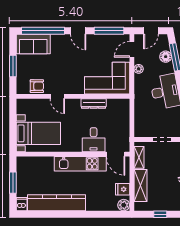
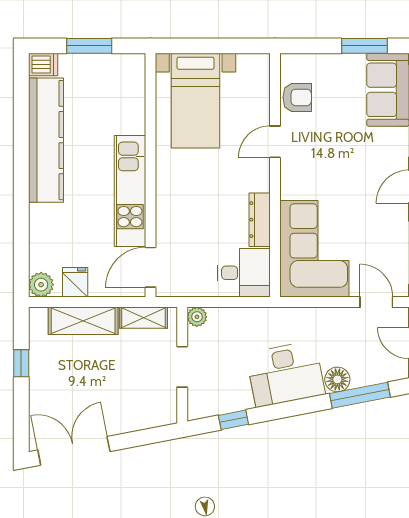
floor lamp: (166, 57) -> (337, 379), moved
window: (13, 66) -> (365, 46), moved
plant: (139, 69) -> (197, 317), moved
armchair: (37, 86) -> (297, 97), turned -90
desk: (94, 140) -> (244, 273), moved, turned 180

